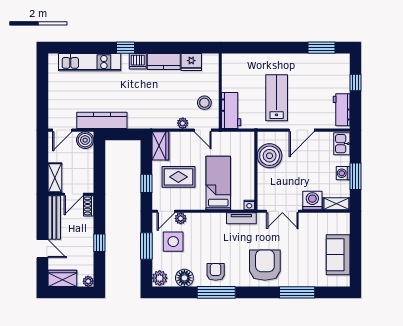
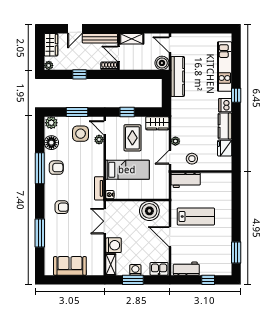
armchair: (265, 265) -> (62, 207), width x0.53, depth x0.53

